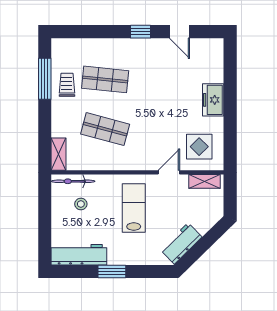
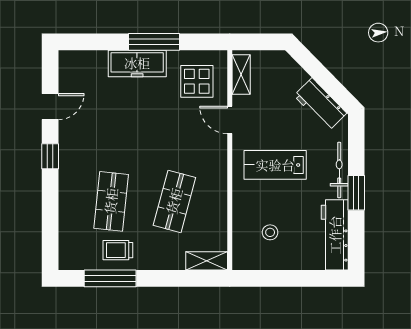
freezer: (213, 100) -> (137, 63), width x1.40
window: (230, 113) -> (154, 42), added
bicycle: (73, 181) -> (339, 170), moved, turned 180

